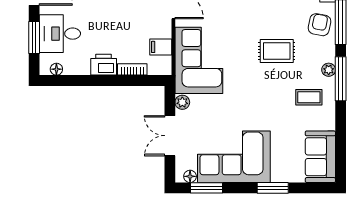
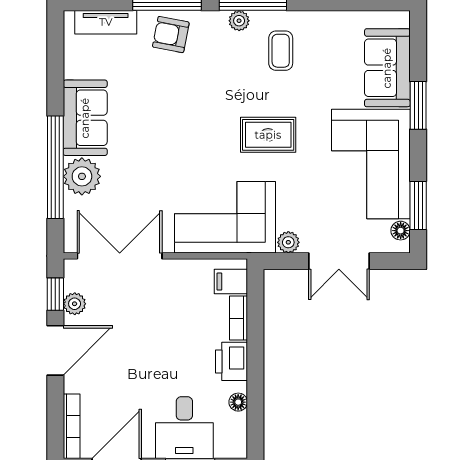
filing cabinet: (161, 47) -> (231, 282), moved, turned 90
rug: (277, 51) -> (268, 135), moved, turned 90
floor lamp: (56, 69) -> (238, 402), moved
sofa: (320, 157) -> (387, 68), moved, turned 90

